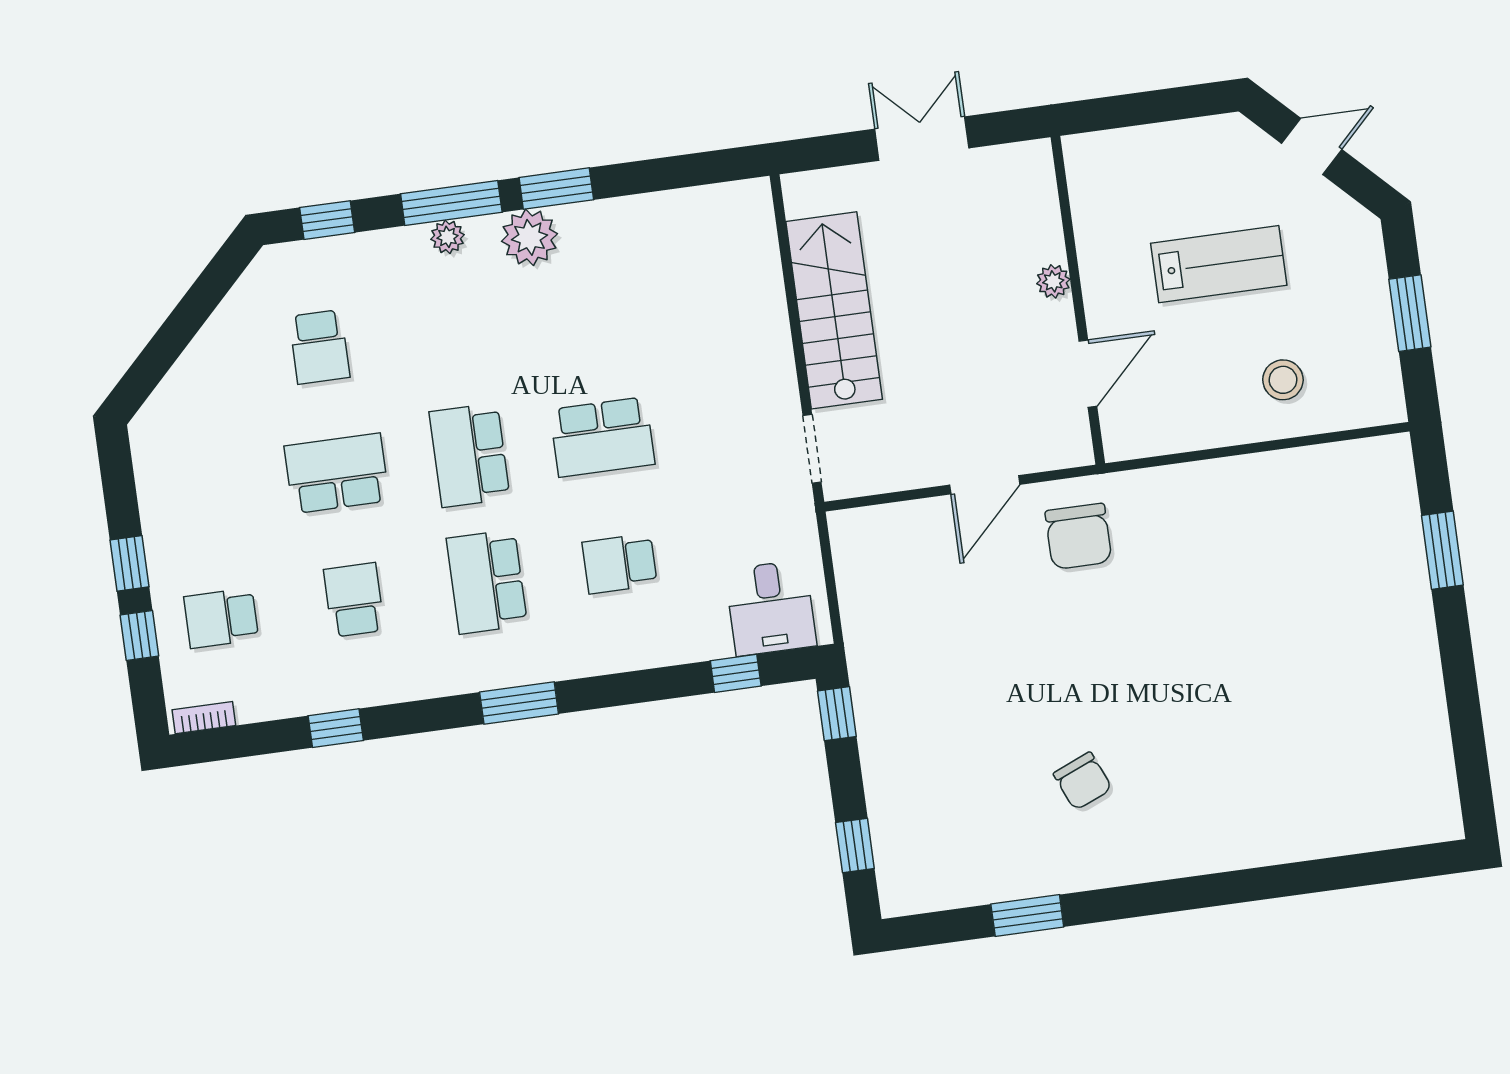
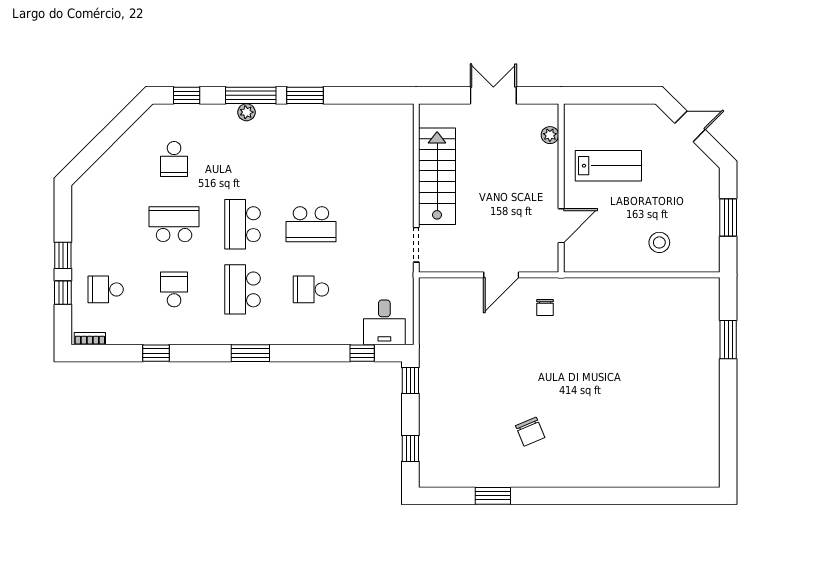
plant: (530, 237) -> (288, 118), removed
lab bench: (1219, 264) -> (608, 166), moved
plant: (1053, 281) -> (550, 135), moved
chair: (1078, 536) -> (545, 307), width x0.54, depth x0.54

